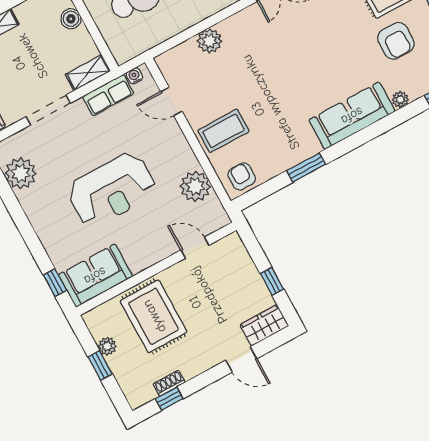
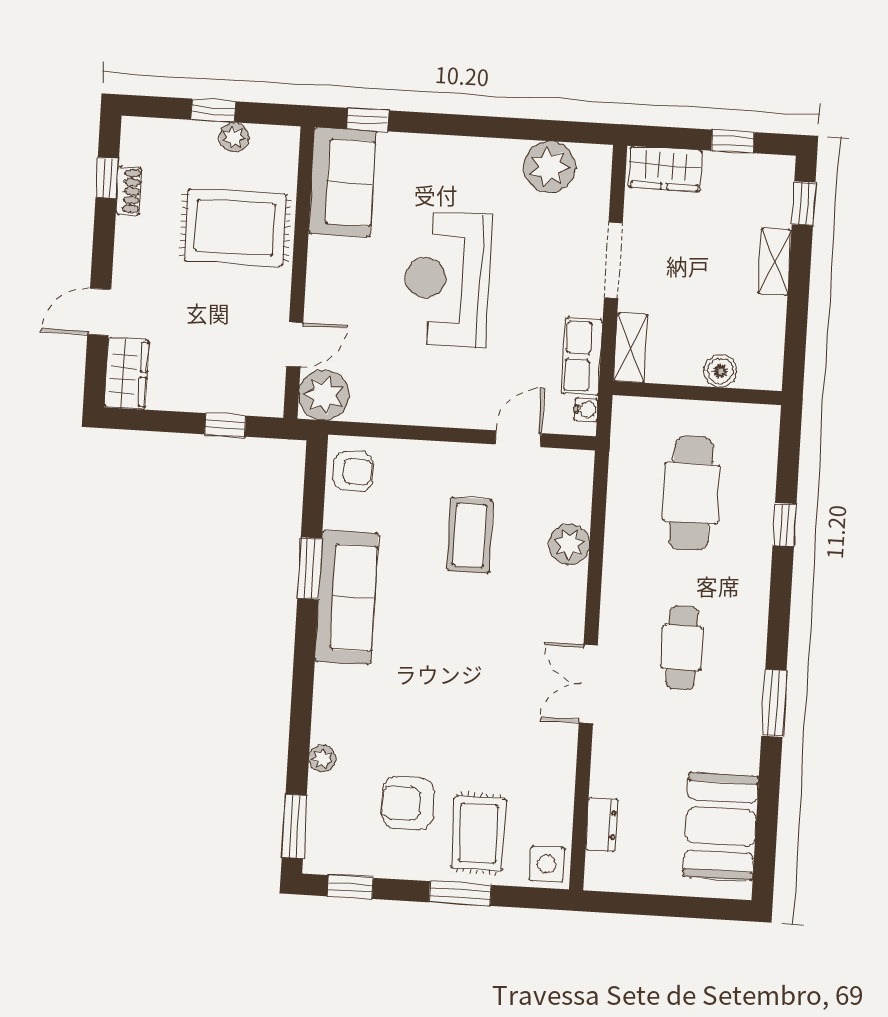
sofa: (352, 116) -> (347, 597), moved
coffee table: (223, 131) -> (470, 535), moved
plant: (195, 186) -> (324, 395), moved
window: (272, 281) -> (225, 425), moved

